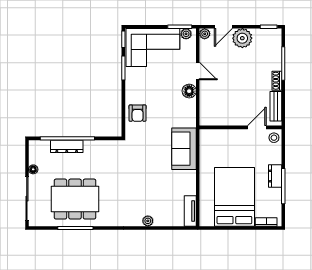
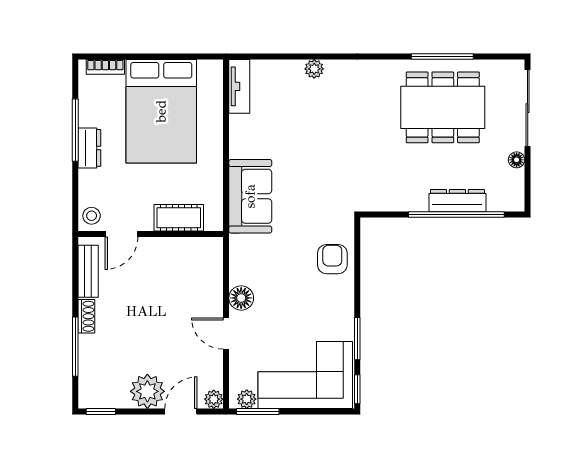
cot: (225, 137) -> (179, 218), added

